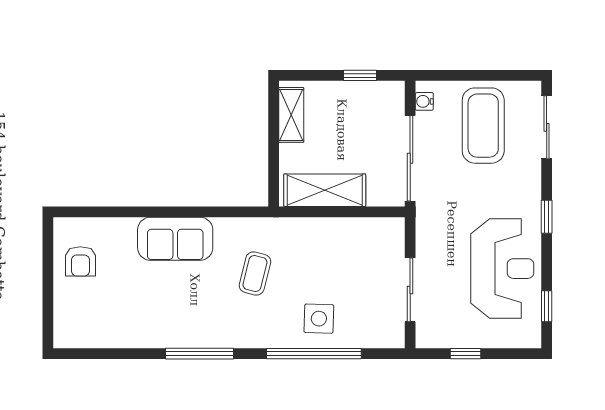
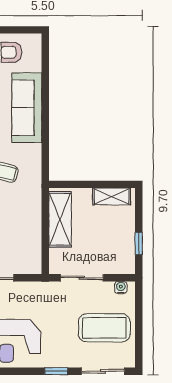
sliding door: (410, 158) -> (82, 278), width x0.73
window: (547, 217) -> (56, 371), moved
sofa: (175, 239) -> (27, 108), width x1.36

